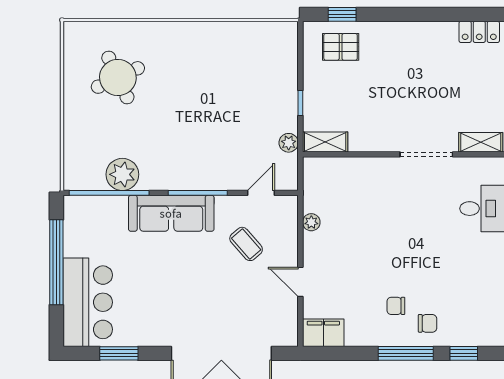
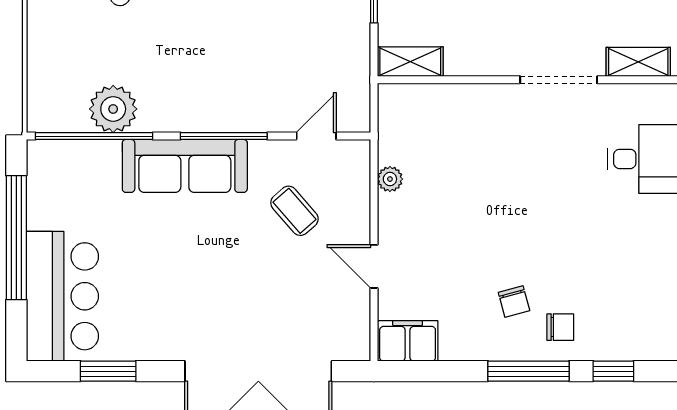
plant: (289, 143) -> (357, 63), removed
chair: (396, 306) -> (514, 302), turned -105

